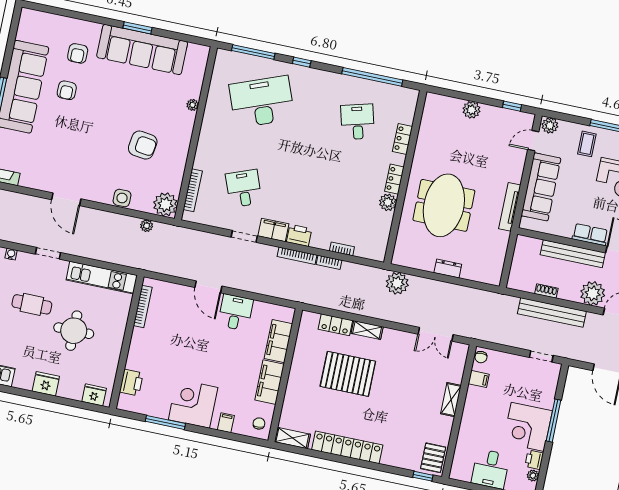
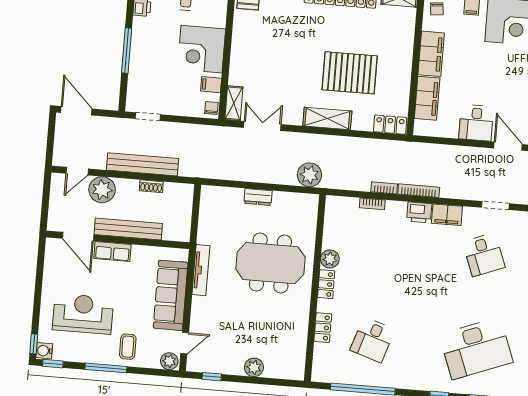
desk: (357, 122) -> (373, 340), turned 33
meeting table: (444, 205) -> (270, 263), turned 90
doorway: (244, 236) -> (495, 206), moved
locker: (335, 325) -> (390, 125), moved
shelving: (367, 330) -> (327, 118), width x1.50, depth x1.33
shelving: (451, 400) -> (234, 103), moved
corner desk: (528, 427) -> (202, 49), moved, turned 180

